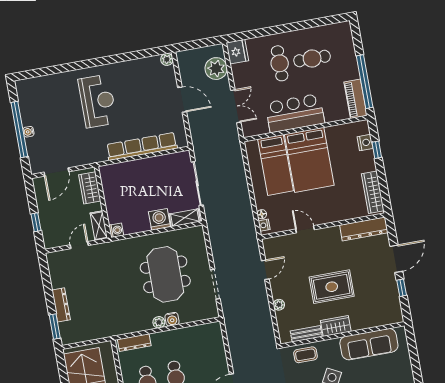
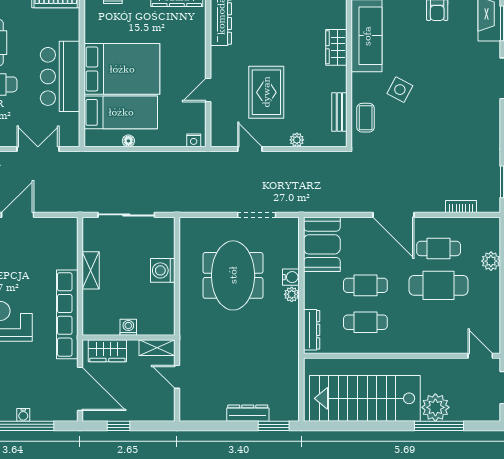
row of seats: (142, 146) -> (67, 314), moved
door: (56, 172) -> (80, 389), width x1.36
floor lamp: (262, 214) -> (128, 141), moved
shelving: (185, 218) -> (91, 270), moved
window: (36, 222) -> (118, 426), moved
washing machine: (116, 230) -> (128, 327), moved
meeting table: (165, 274) -> (233, 275), turned 90
rug: (332, 287) -> (266, 92), moved
wardrobe: (336, 326) -> (336, 47), moved
booth: (202, 339) -> (322, 244), added

